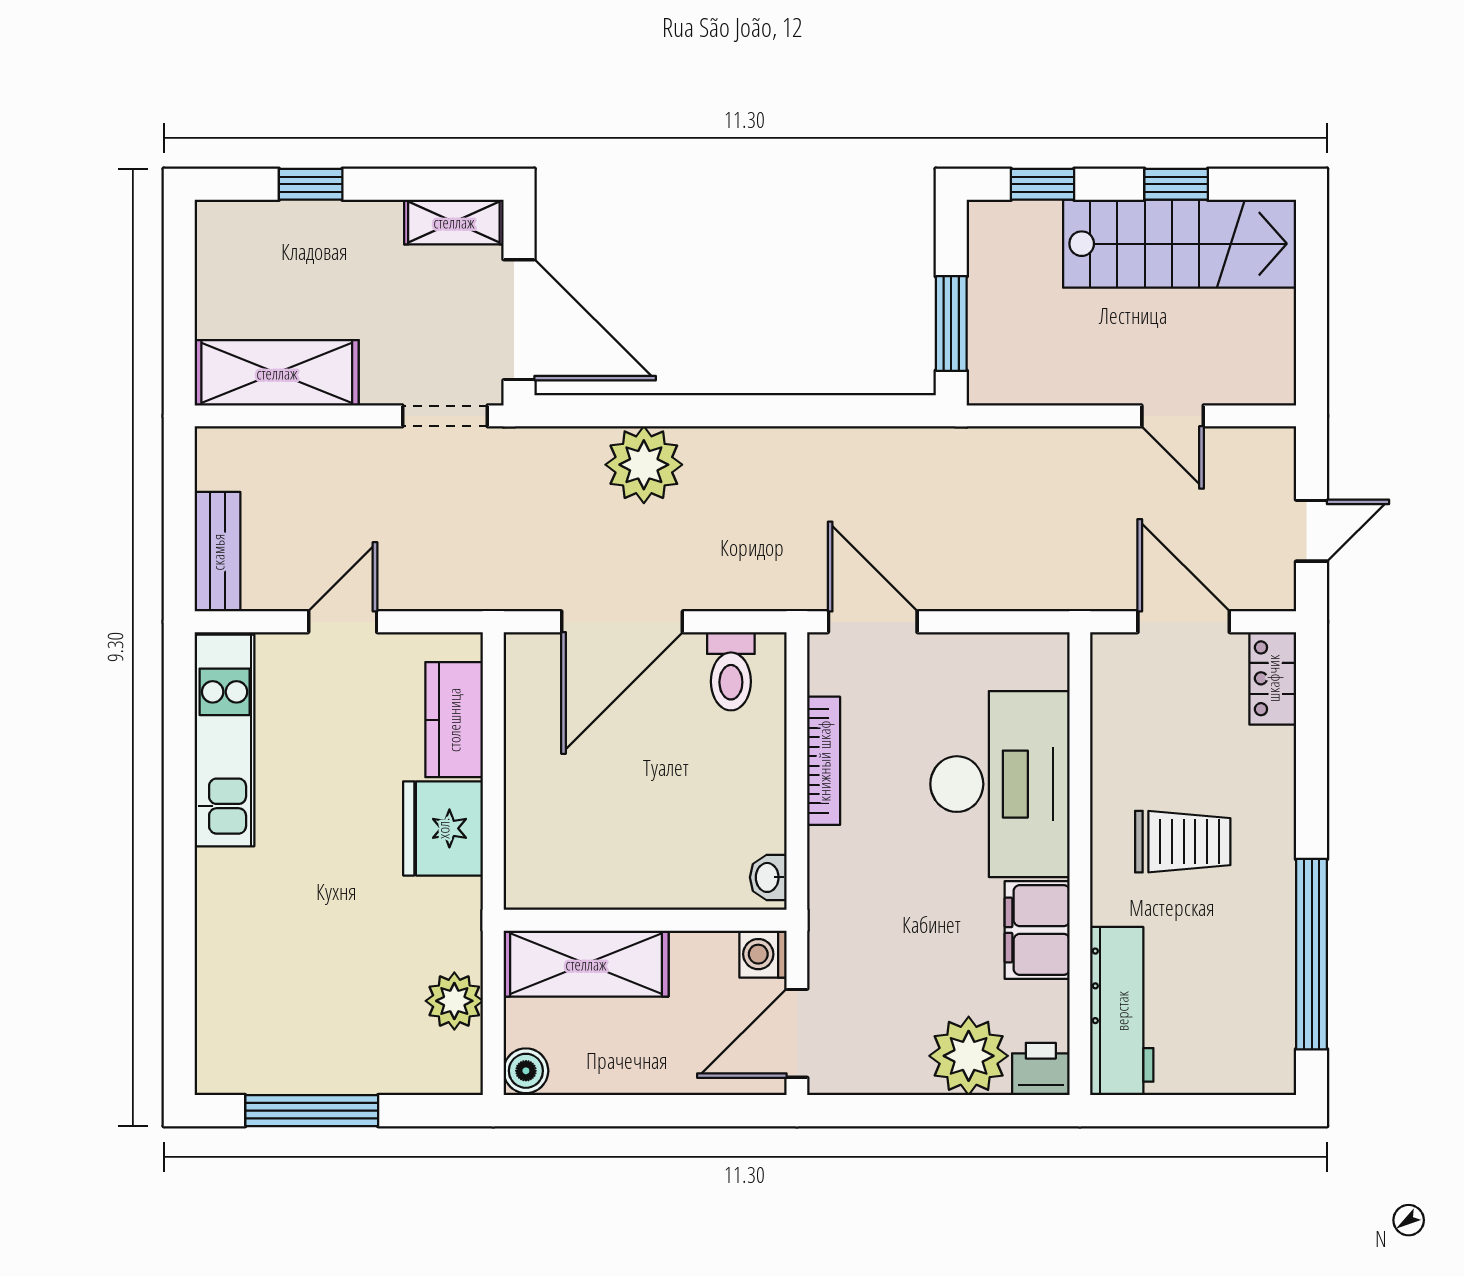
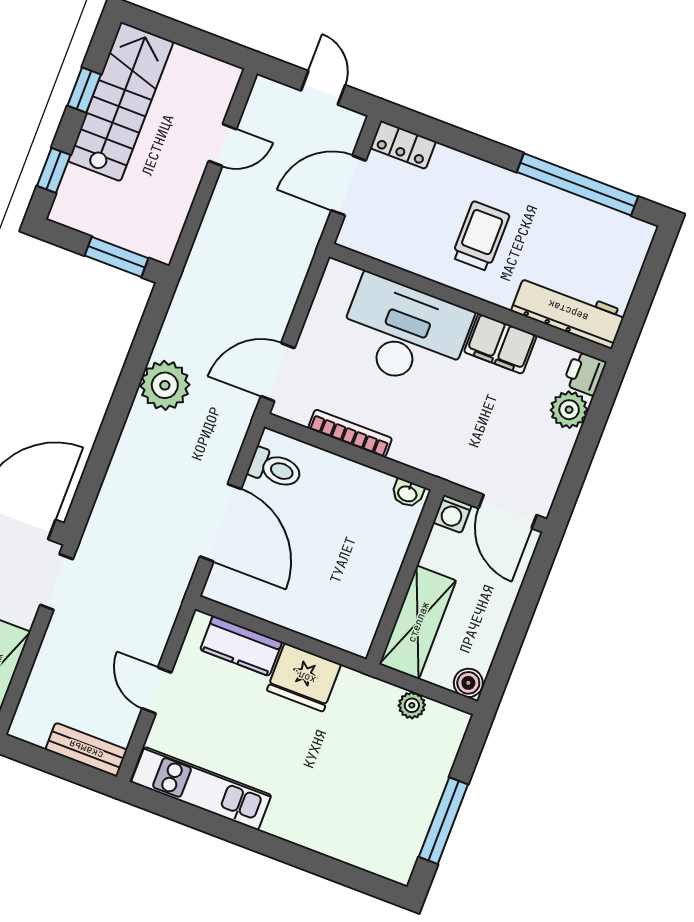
plant: (644, 465) -> (165, 385), moved
plant: (454, 1001) -> (412, 705), width x0.73, depth x0.73
plant: (969, 1056) -> (569, 410), width x0.73, depth x0.73

